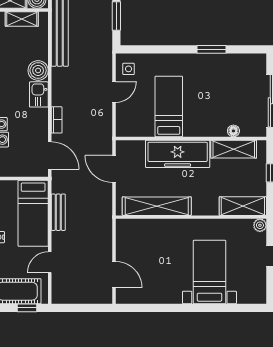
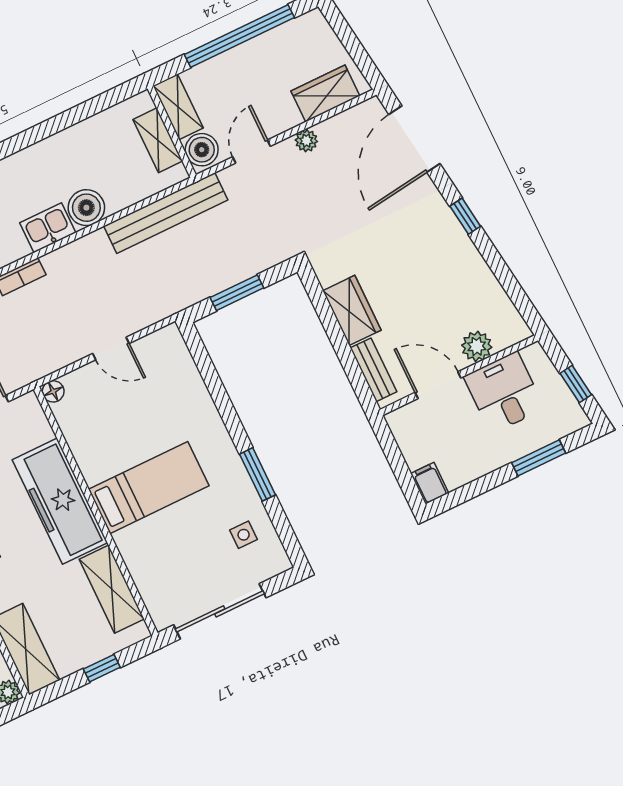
side table: (129, 69) -> (244, 535), moved
bed: (169, 106) -> (149, 488), moved
floor lamp: (233, 131) -> (53, 391), moved

